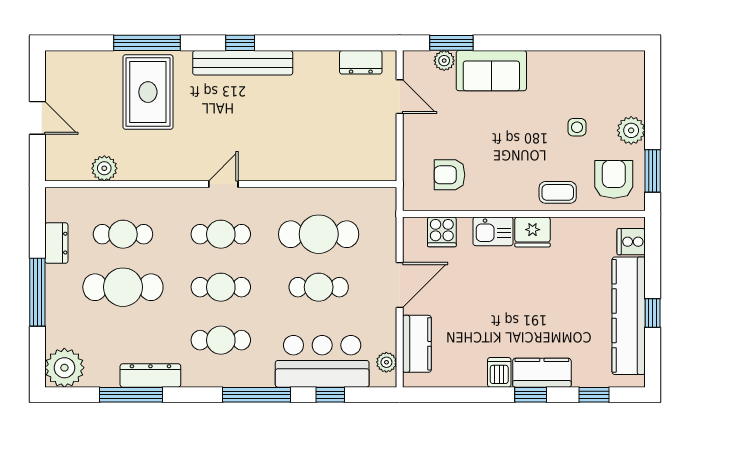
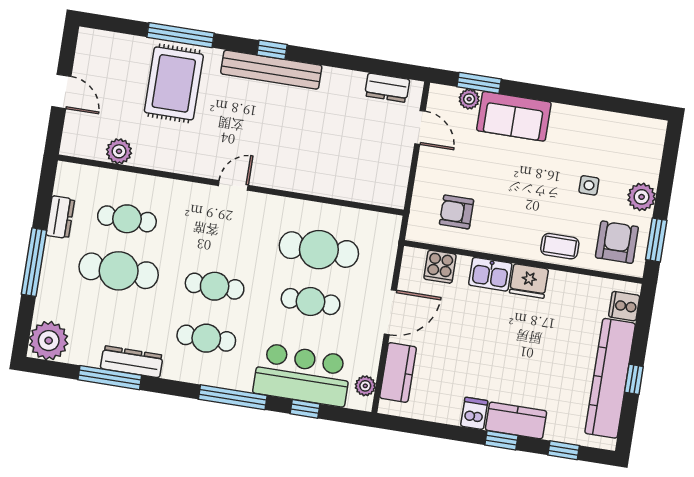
cafe table: (221, 234) -> (223, 234), removed

